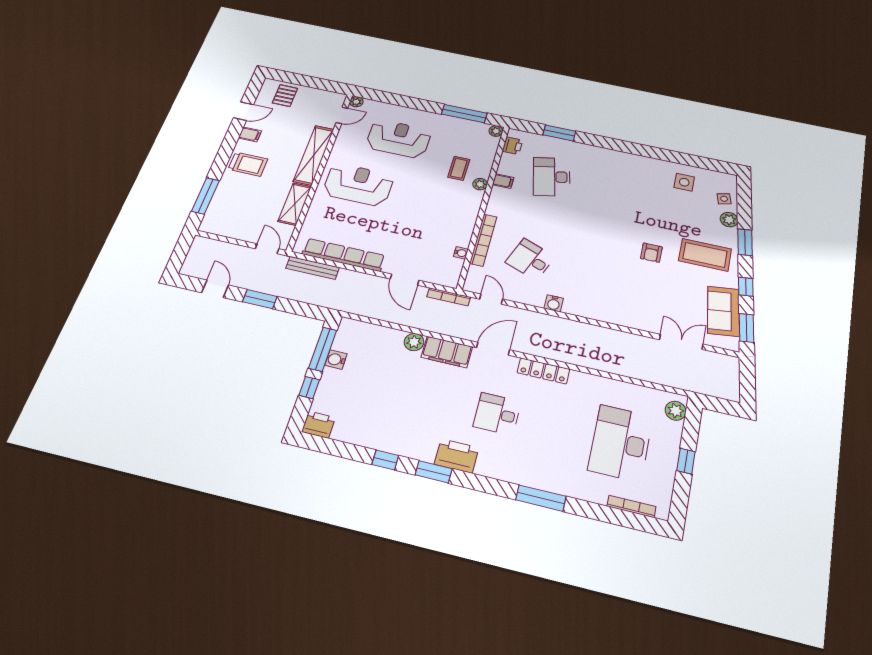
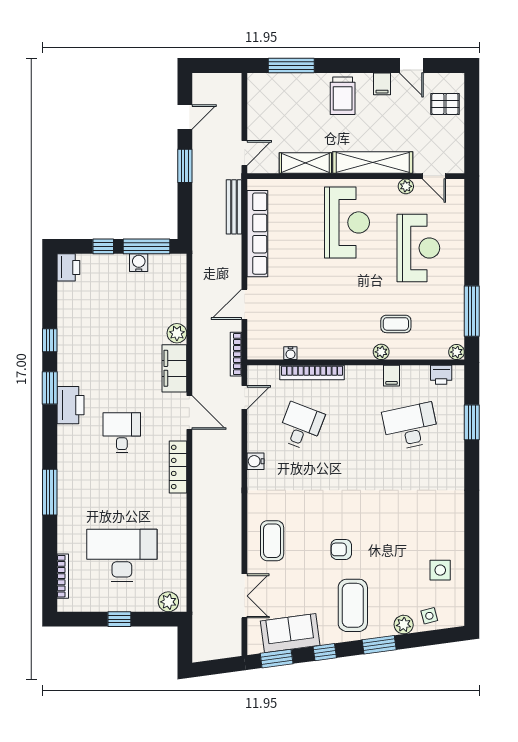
plant: (356, 102) -> (406, 186), moved
coffee table: (632, 307) -> (272, 541), added

